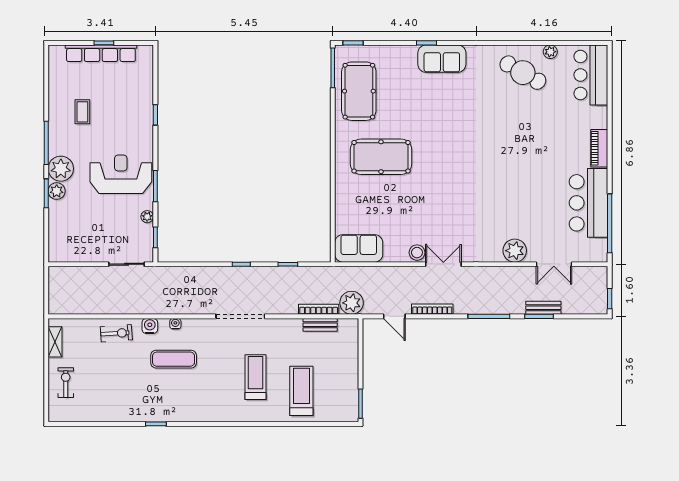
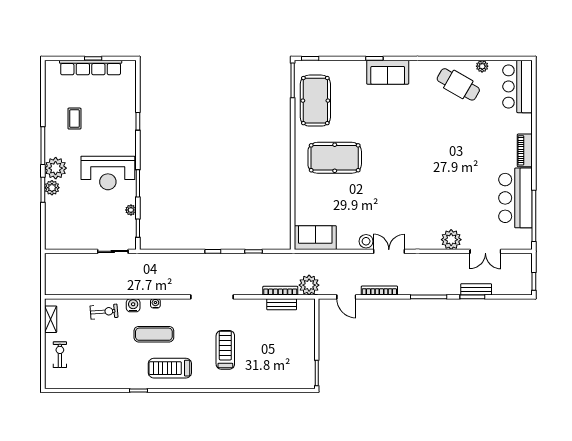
reception desk: (121, 174) -> (108, 173), turned 180
treadmill: (301, 391) -> (170, 368), moved, turned -90

